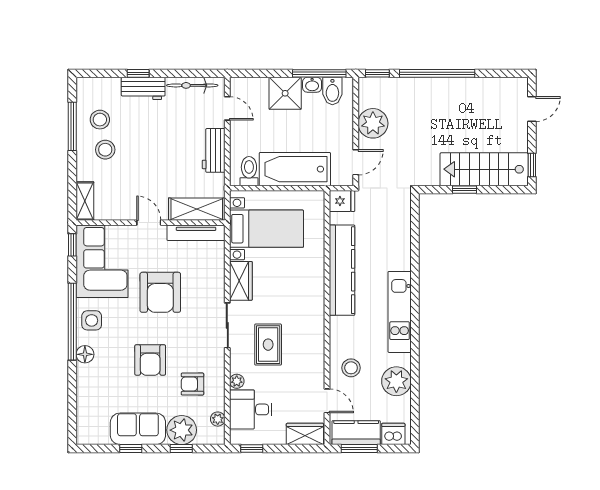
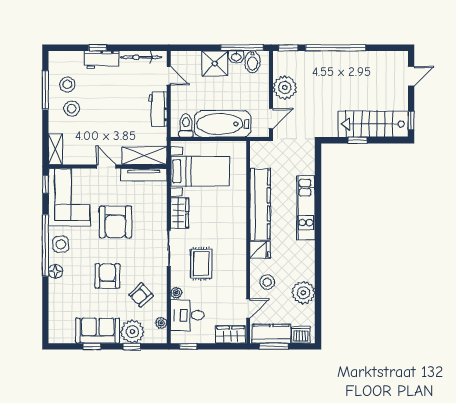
fridge: (342, 201) -> (260, 250), moved
kitchen unit: (400, 312) -> (306, 208), moved
armchair: (150, 360) -> (107, 276), turned 180
armchair: (192, 384) -> (141, 295), turned -43
door: (327, 401) -> (248, 308), hinge flipped

